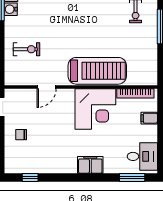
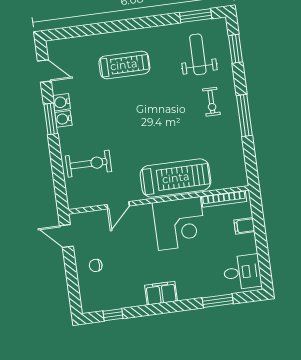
exercise bike: (27, 49) -> (89, 164), width x1.38, depth x1.39
filing cabinet: (90, 165) -> (161, 293), moved
window: (132, 178) -> (218, 301), moved

